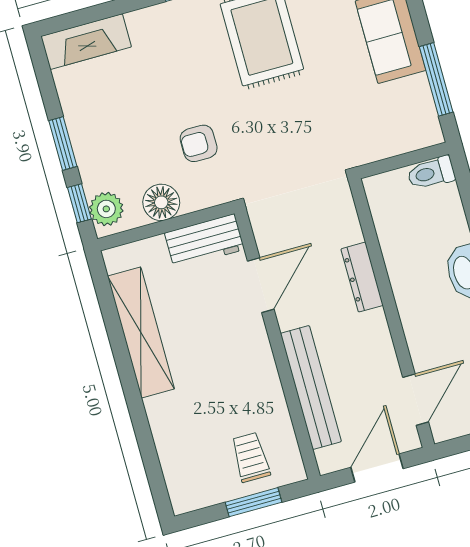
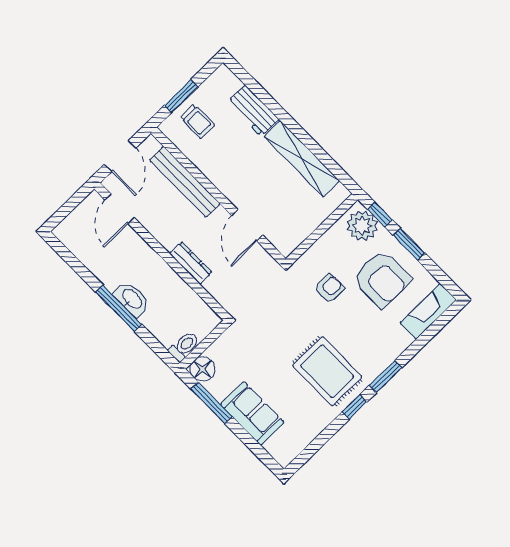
armchair: (123, 117) -> (382, 279), added
floor lamp: (161, 202) -> (203, 369), moved
plant: (106, 209) -> (362, 226), width x1.36, depth x1.36
workbench: (205, 241) -> (253, 111), moved, turned -90

